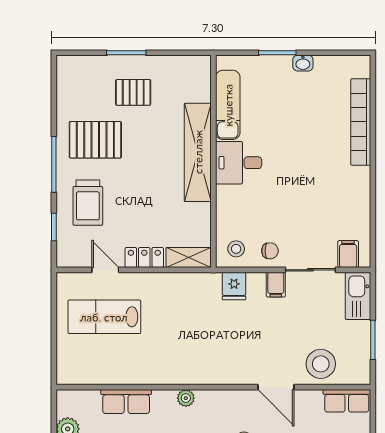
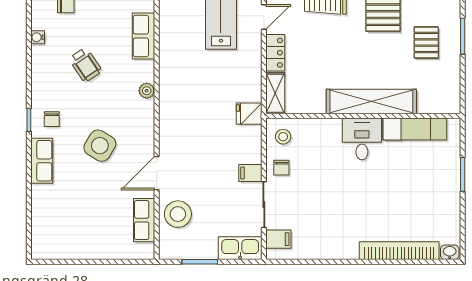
washbasin: (303, 63) -> (450, 252), moved, turned 90
fridge: (234, 286) -> (249, 114), moved
row of seats: (347, 401) -> (144, 220), moved

